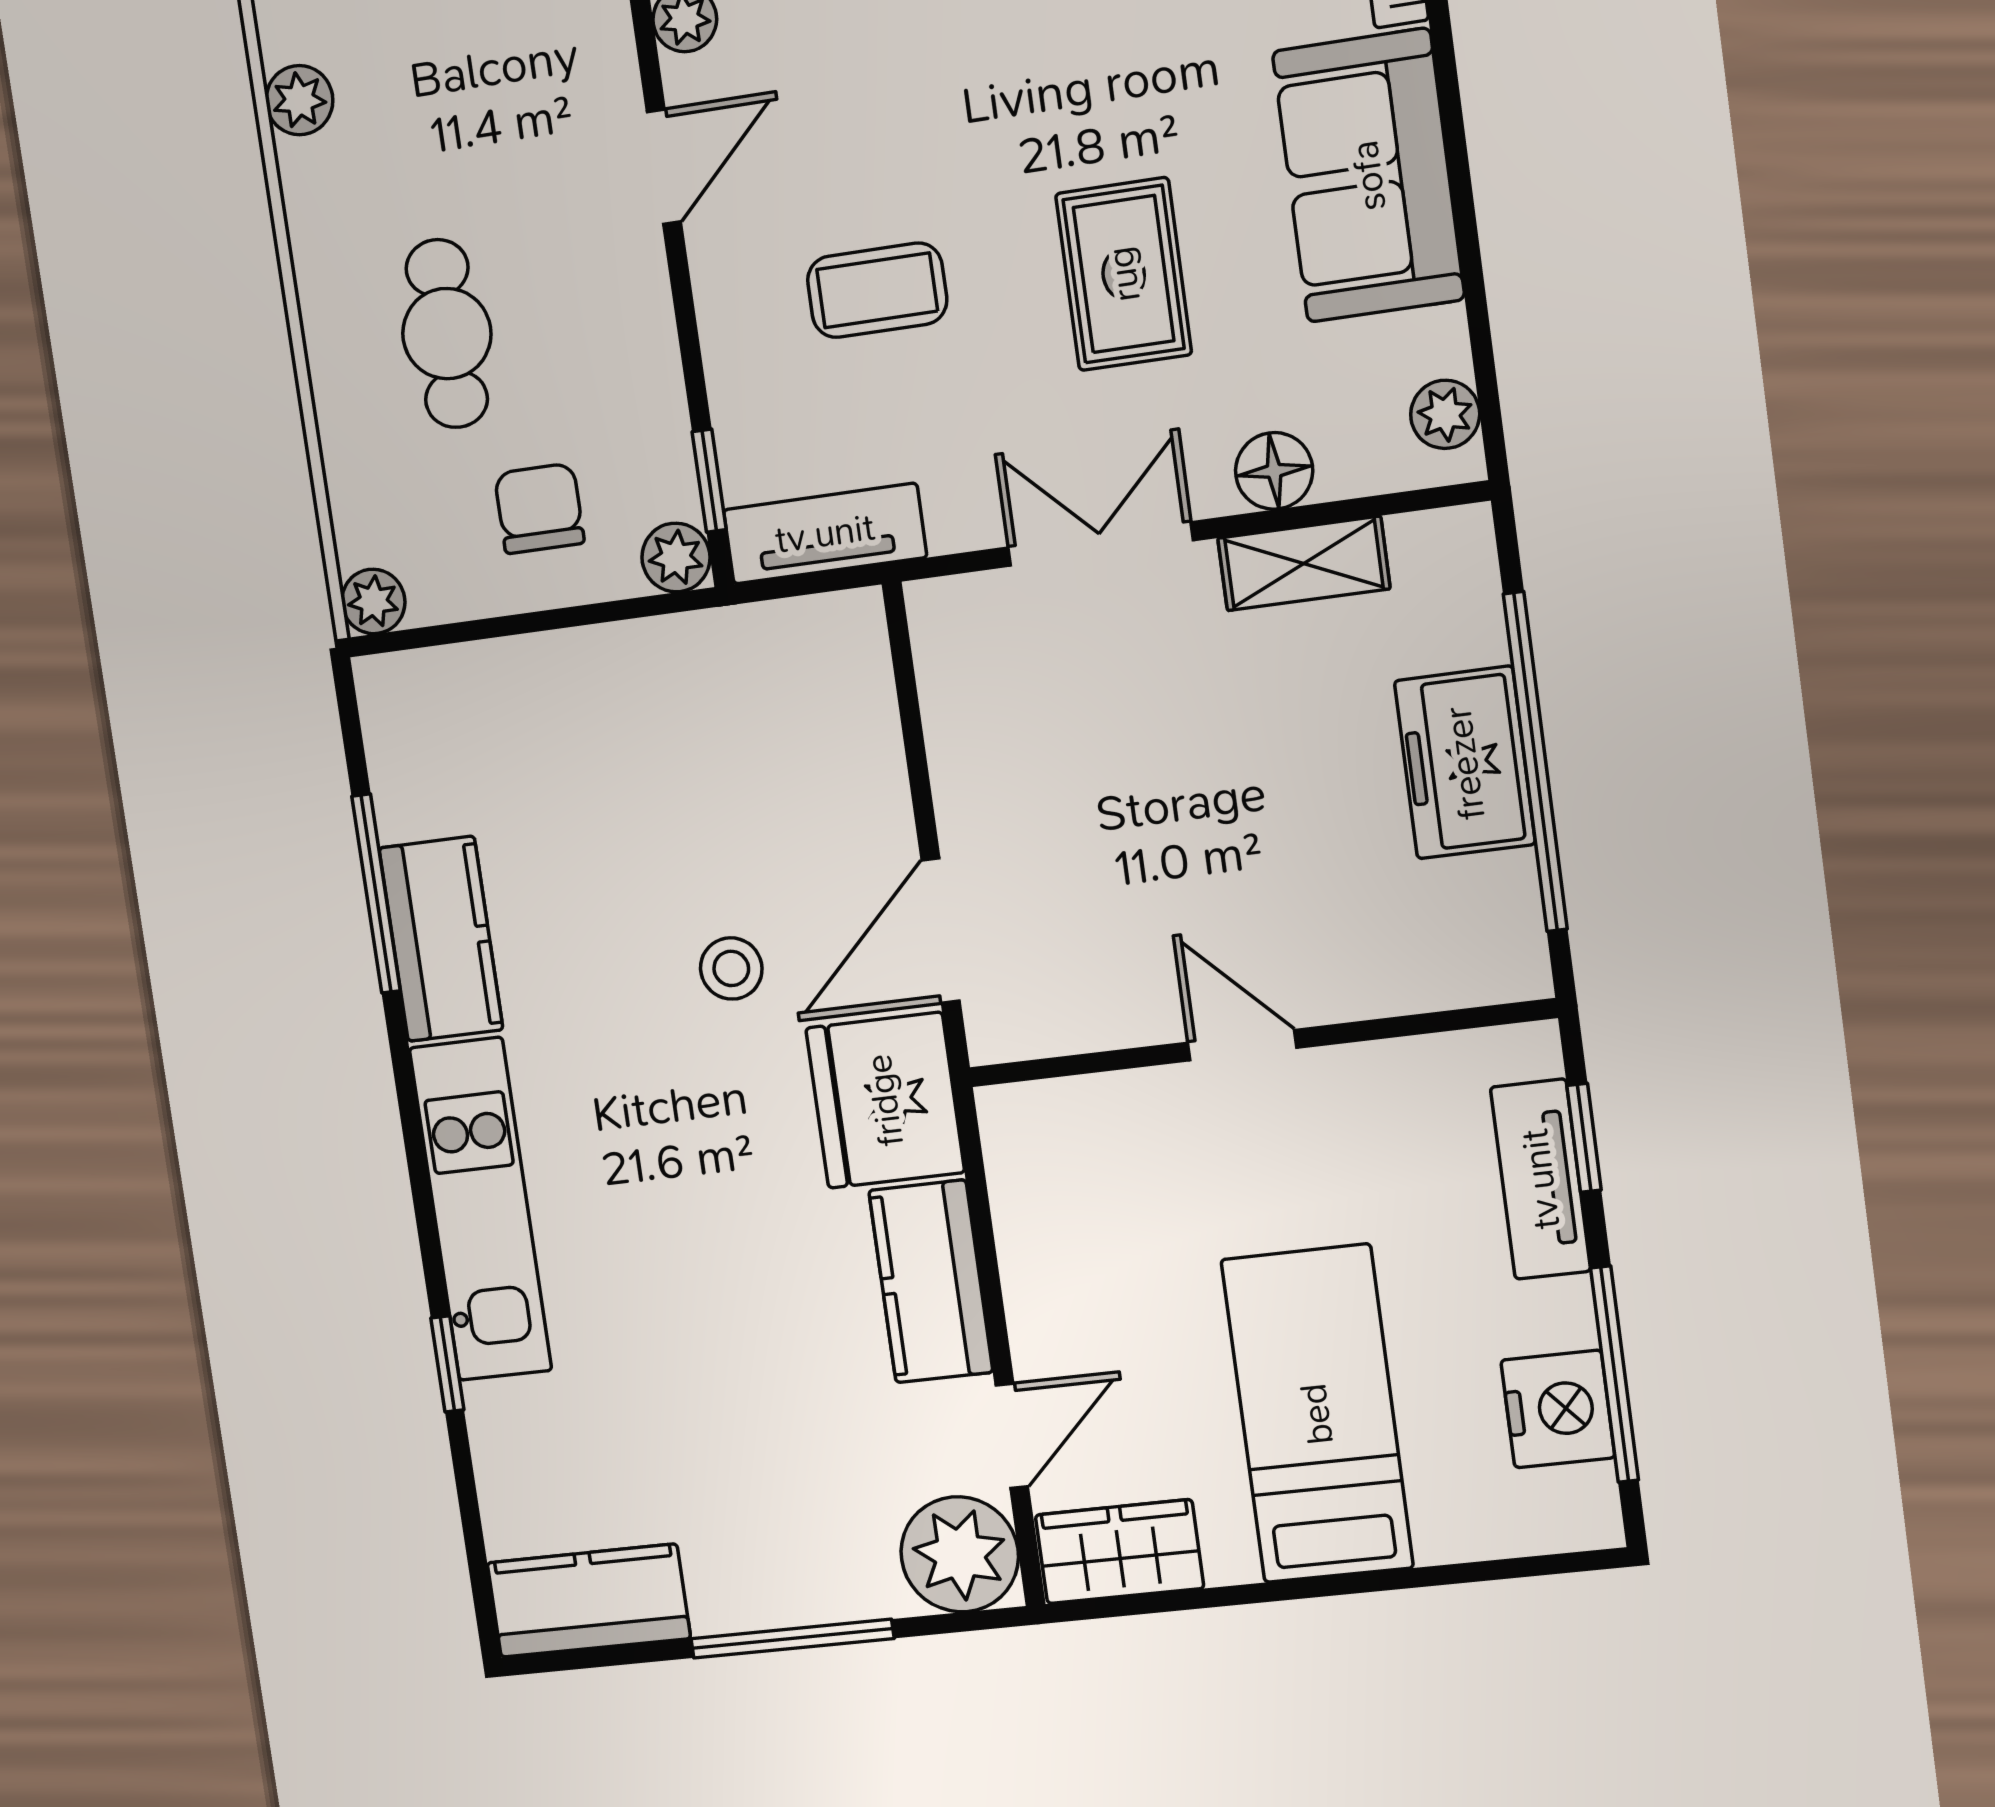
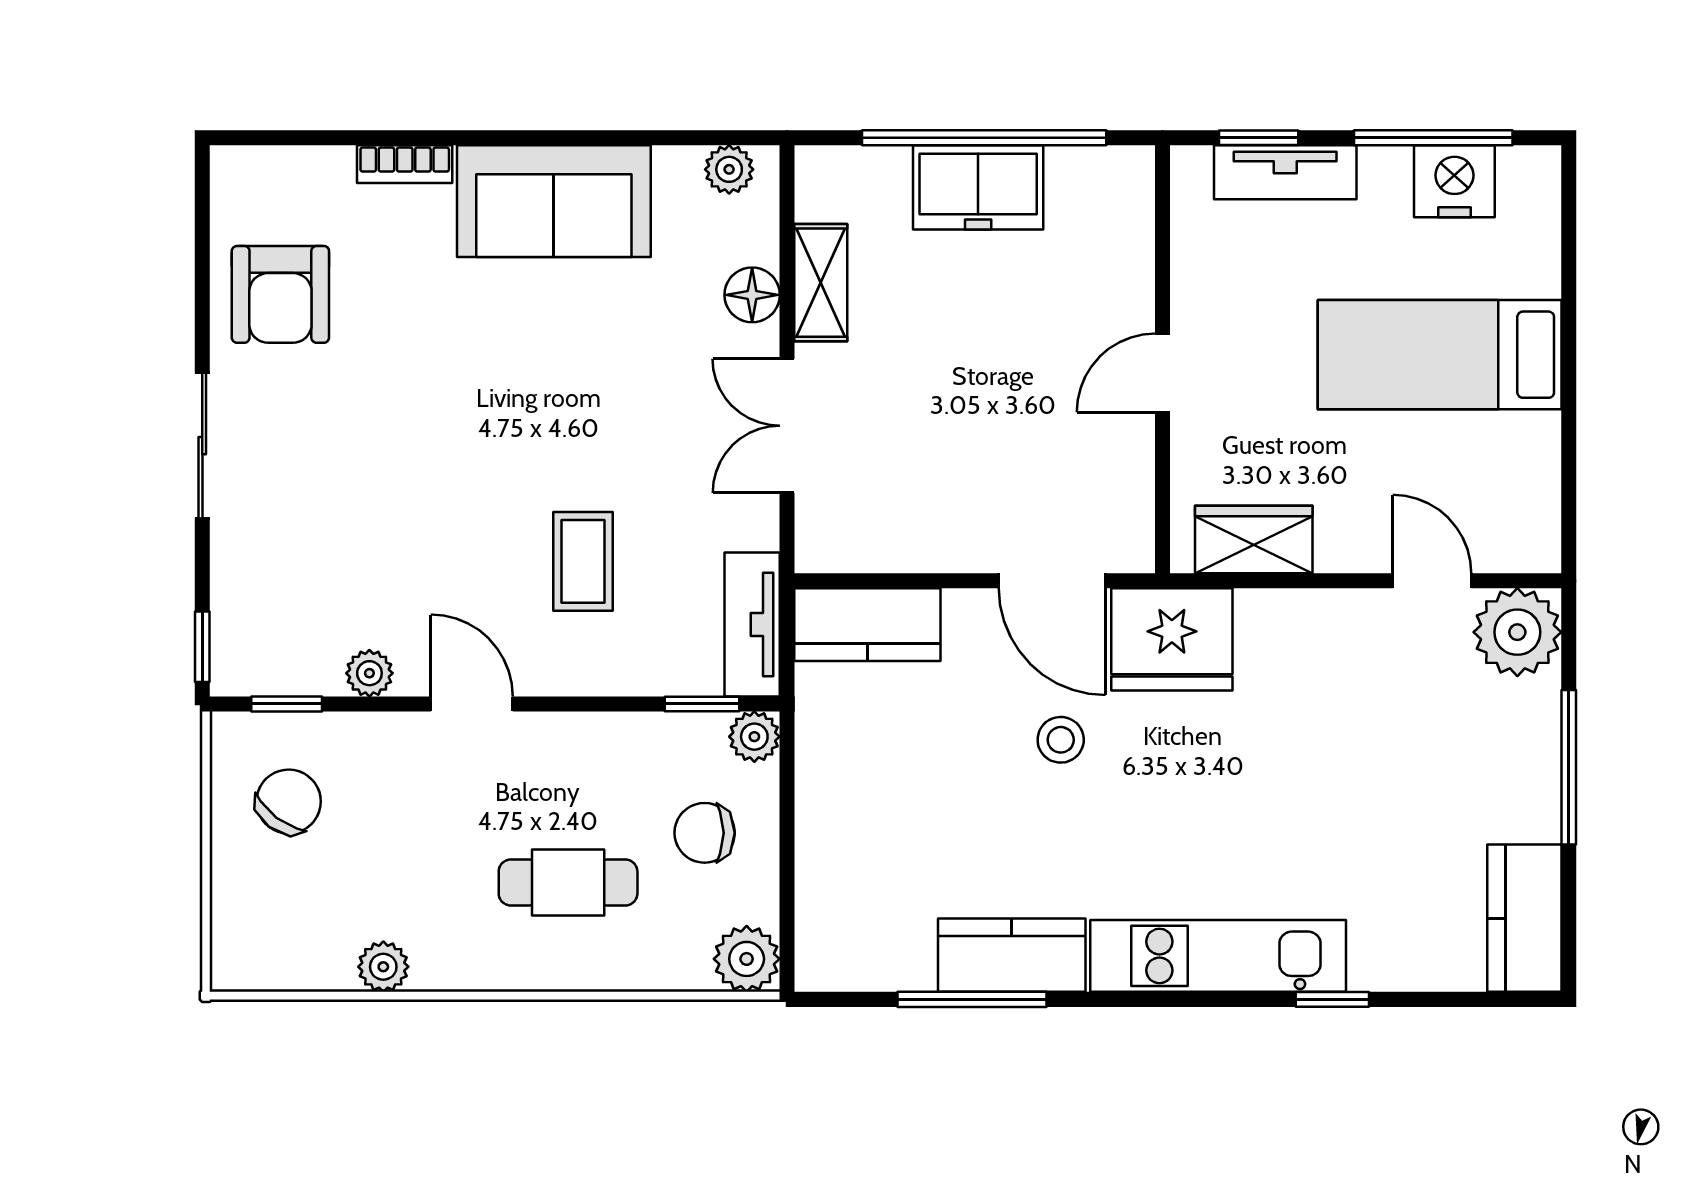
rug: (1124, 274) -> (597, 383), removed
plant: (373, 601) -> (747, 959), width x1.38, depth x1.38
kitchen counter: (931, 1281) -> (867, 625), moved
wardrobe: (1119, 1552) -> (1254, 540), moved, turned 90

